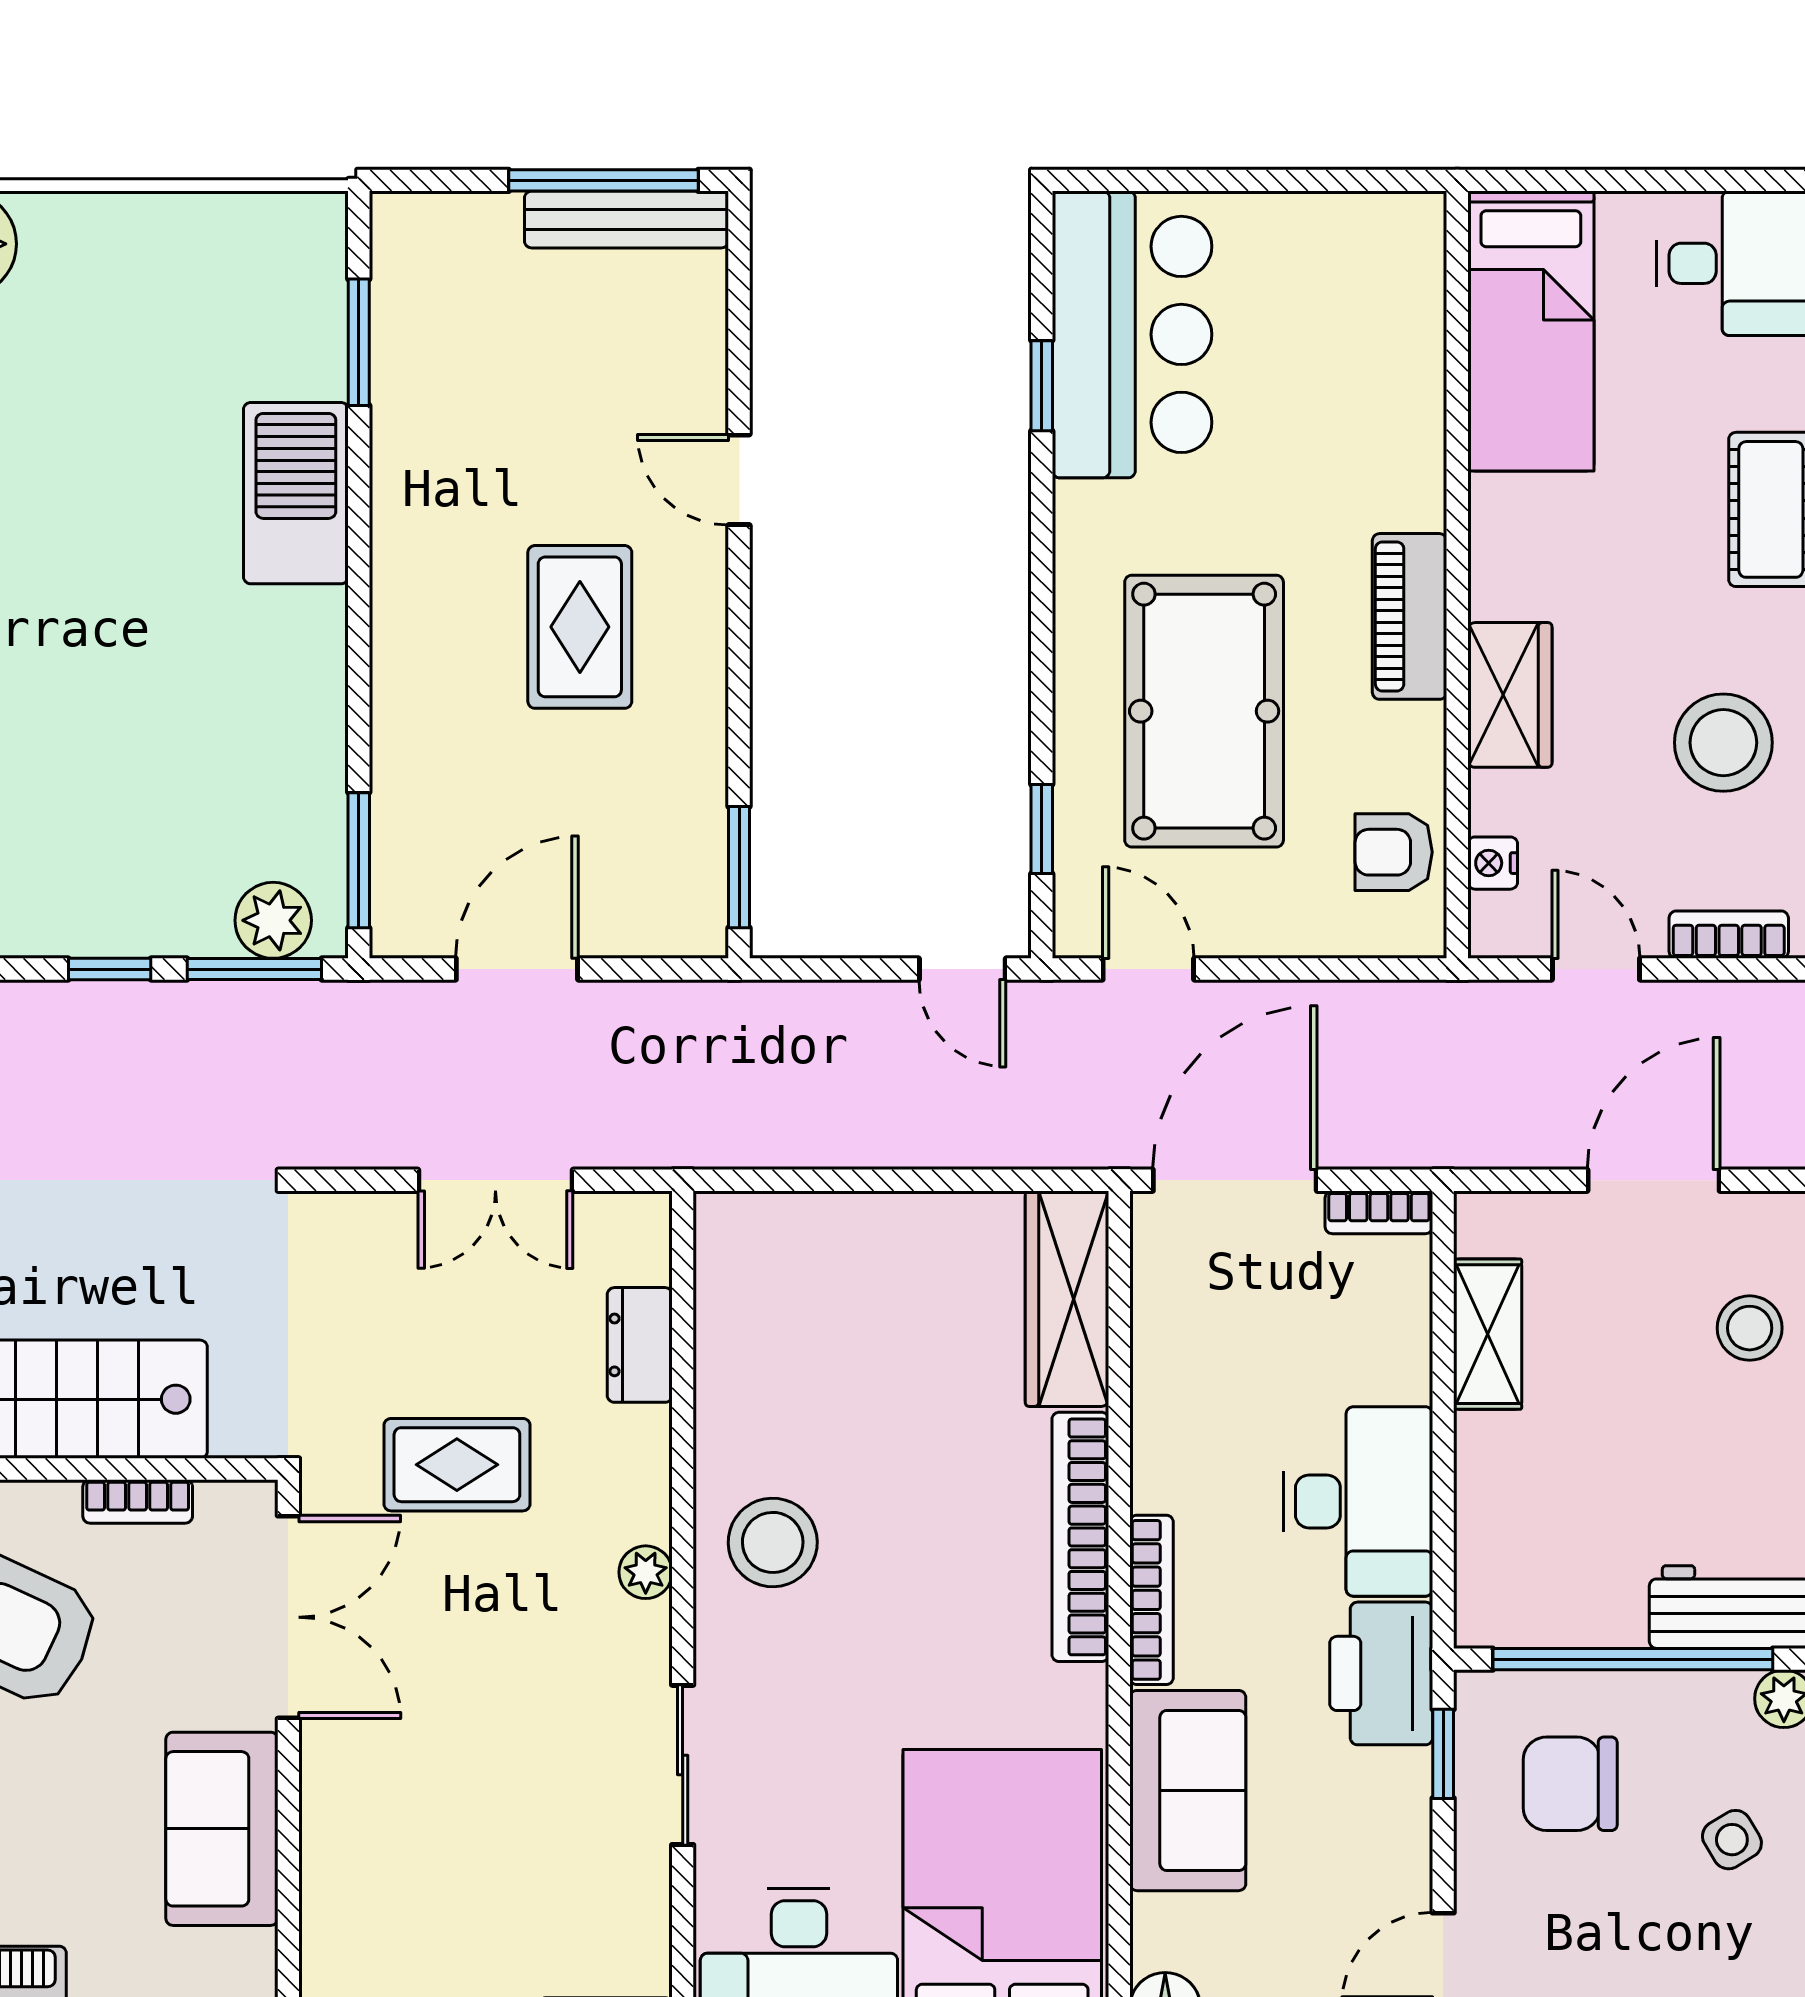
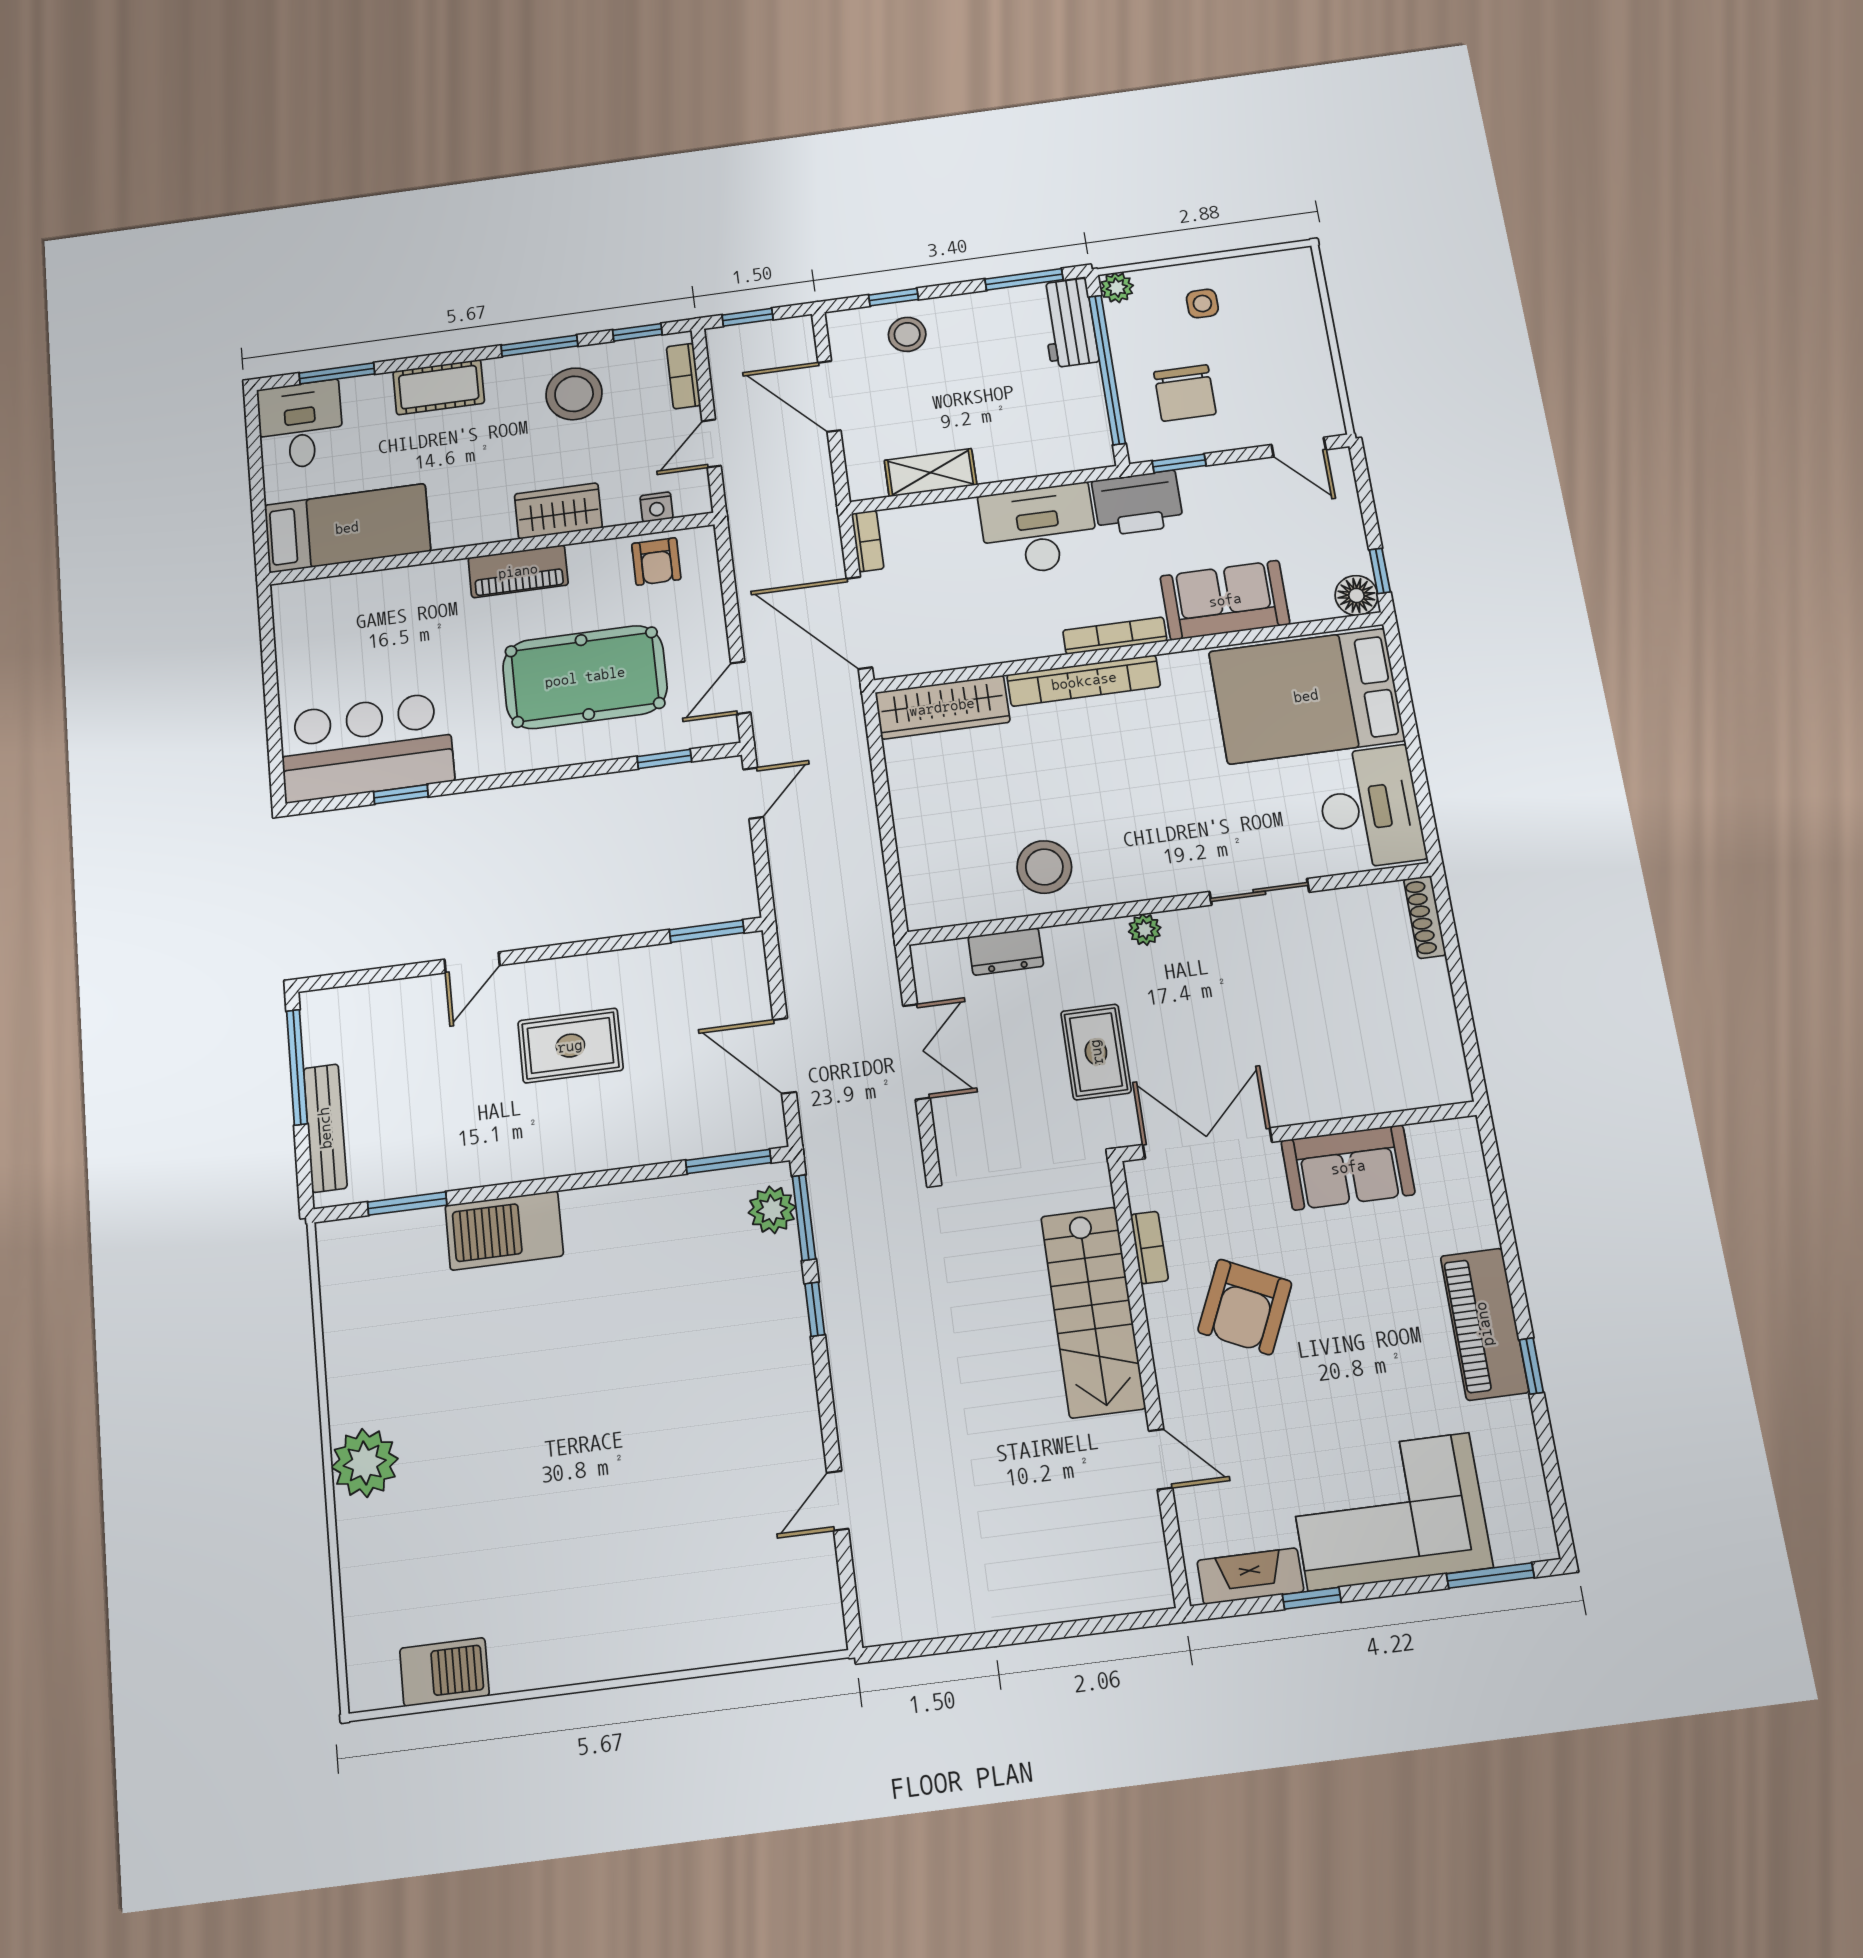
bench: (627, 220) -> (325, 1128), moved
stool: (773, 1542) -> (1044, 867), moved
side table: (1732, 1840) -> (1202, 304), turned 31

